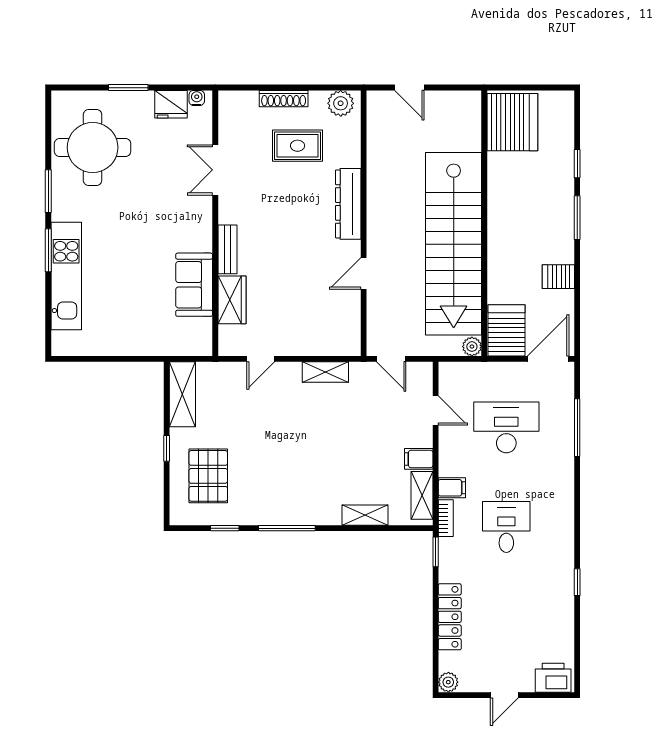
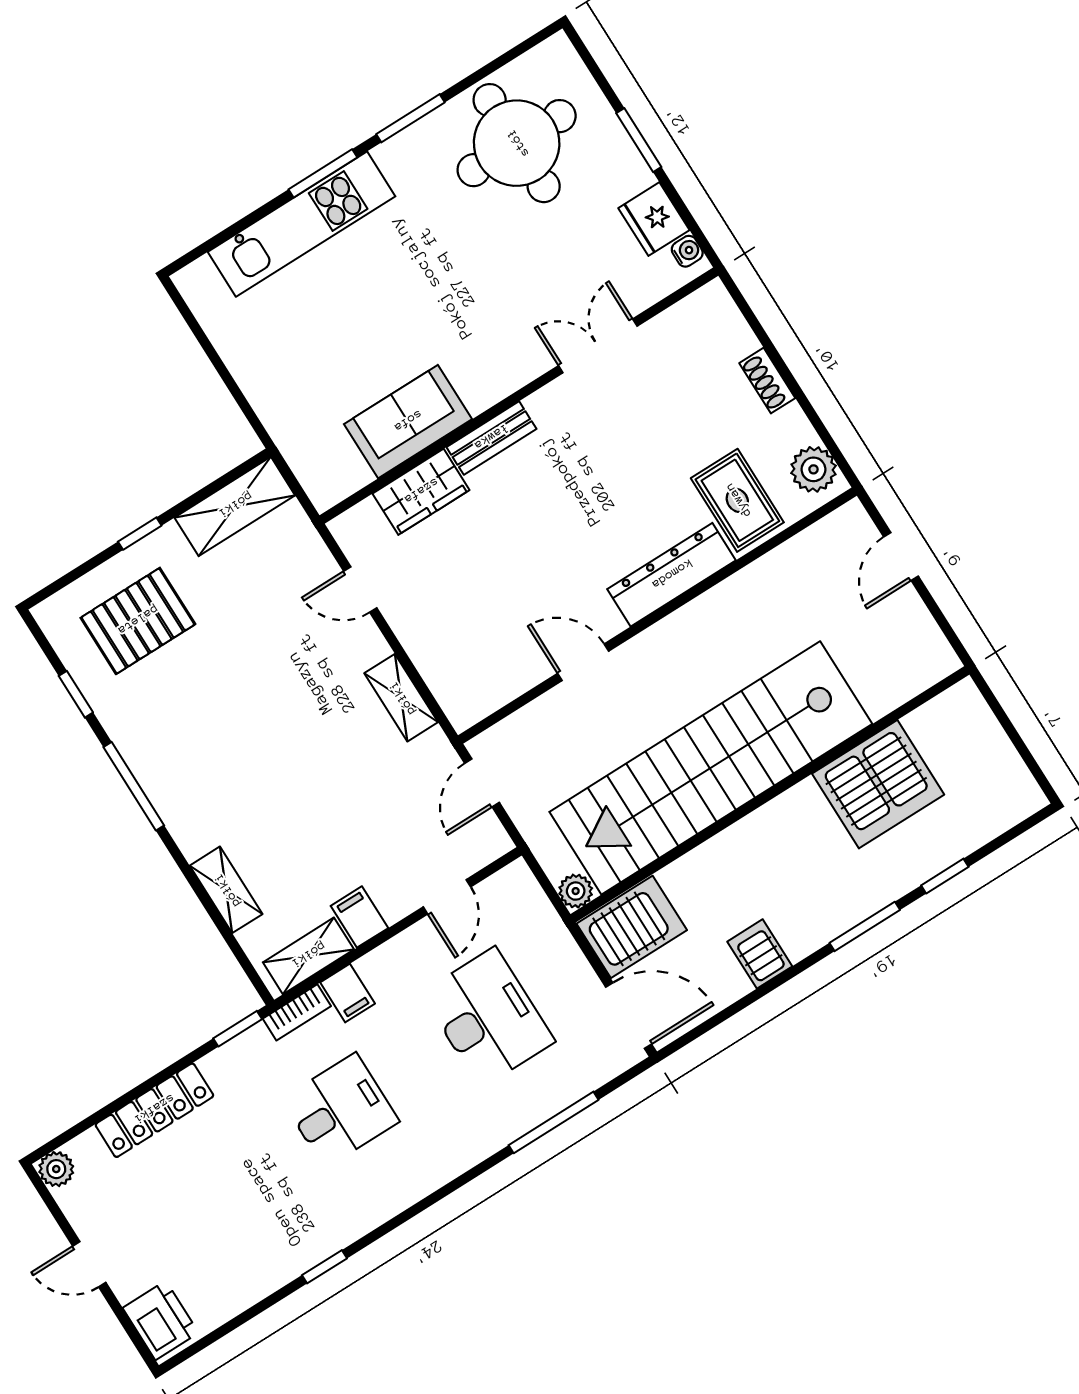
shoe rack: (284, 99) -> (767, 381), width x0.70
server rack: (512, 122) -> (878, 784), moved
rug: (298, 146) -> (737, 500), moved

